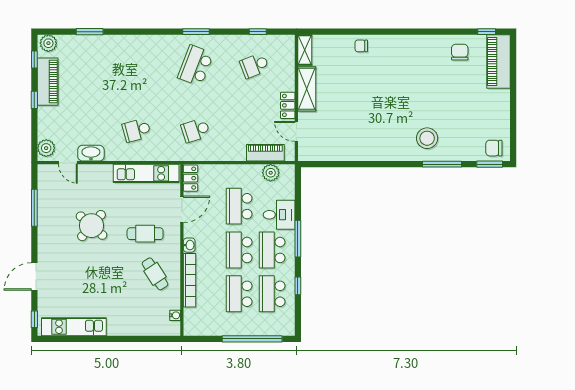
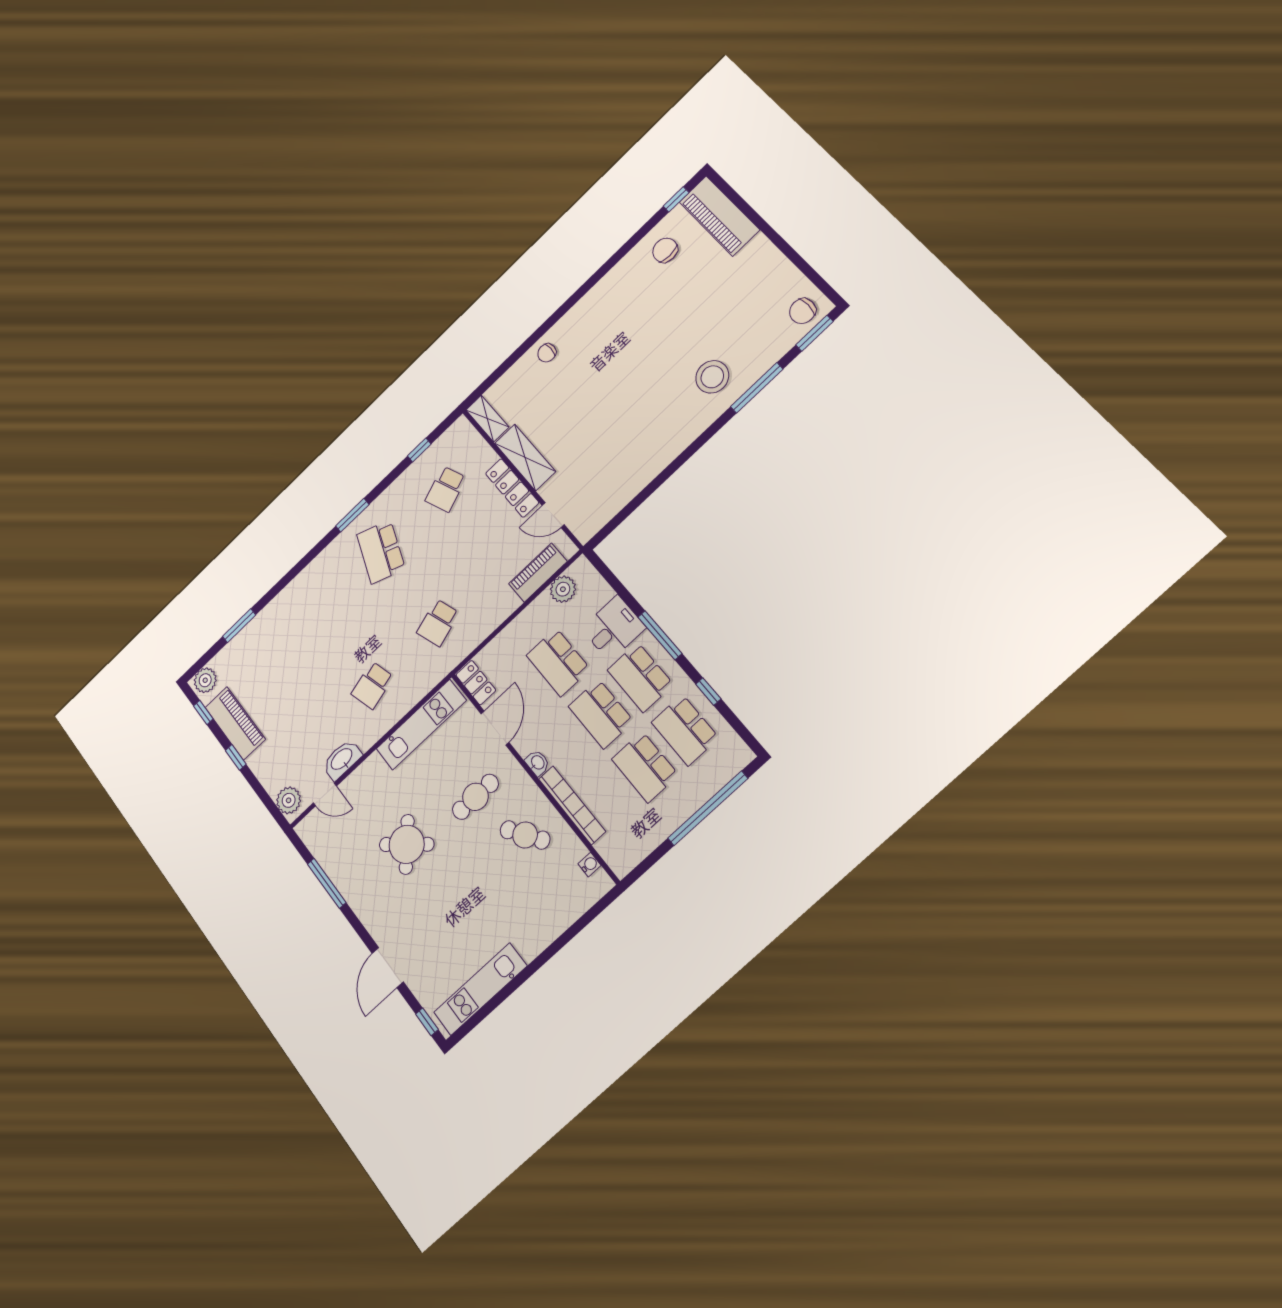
locker: (288, 105) -> (512, 488), width x1.53

